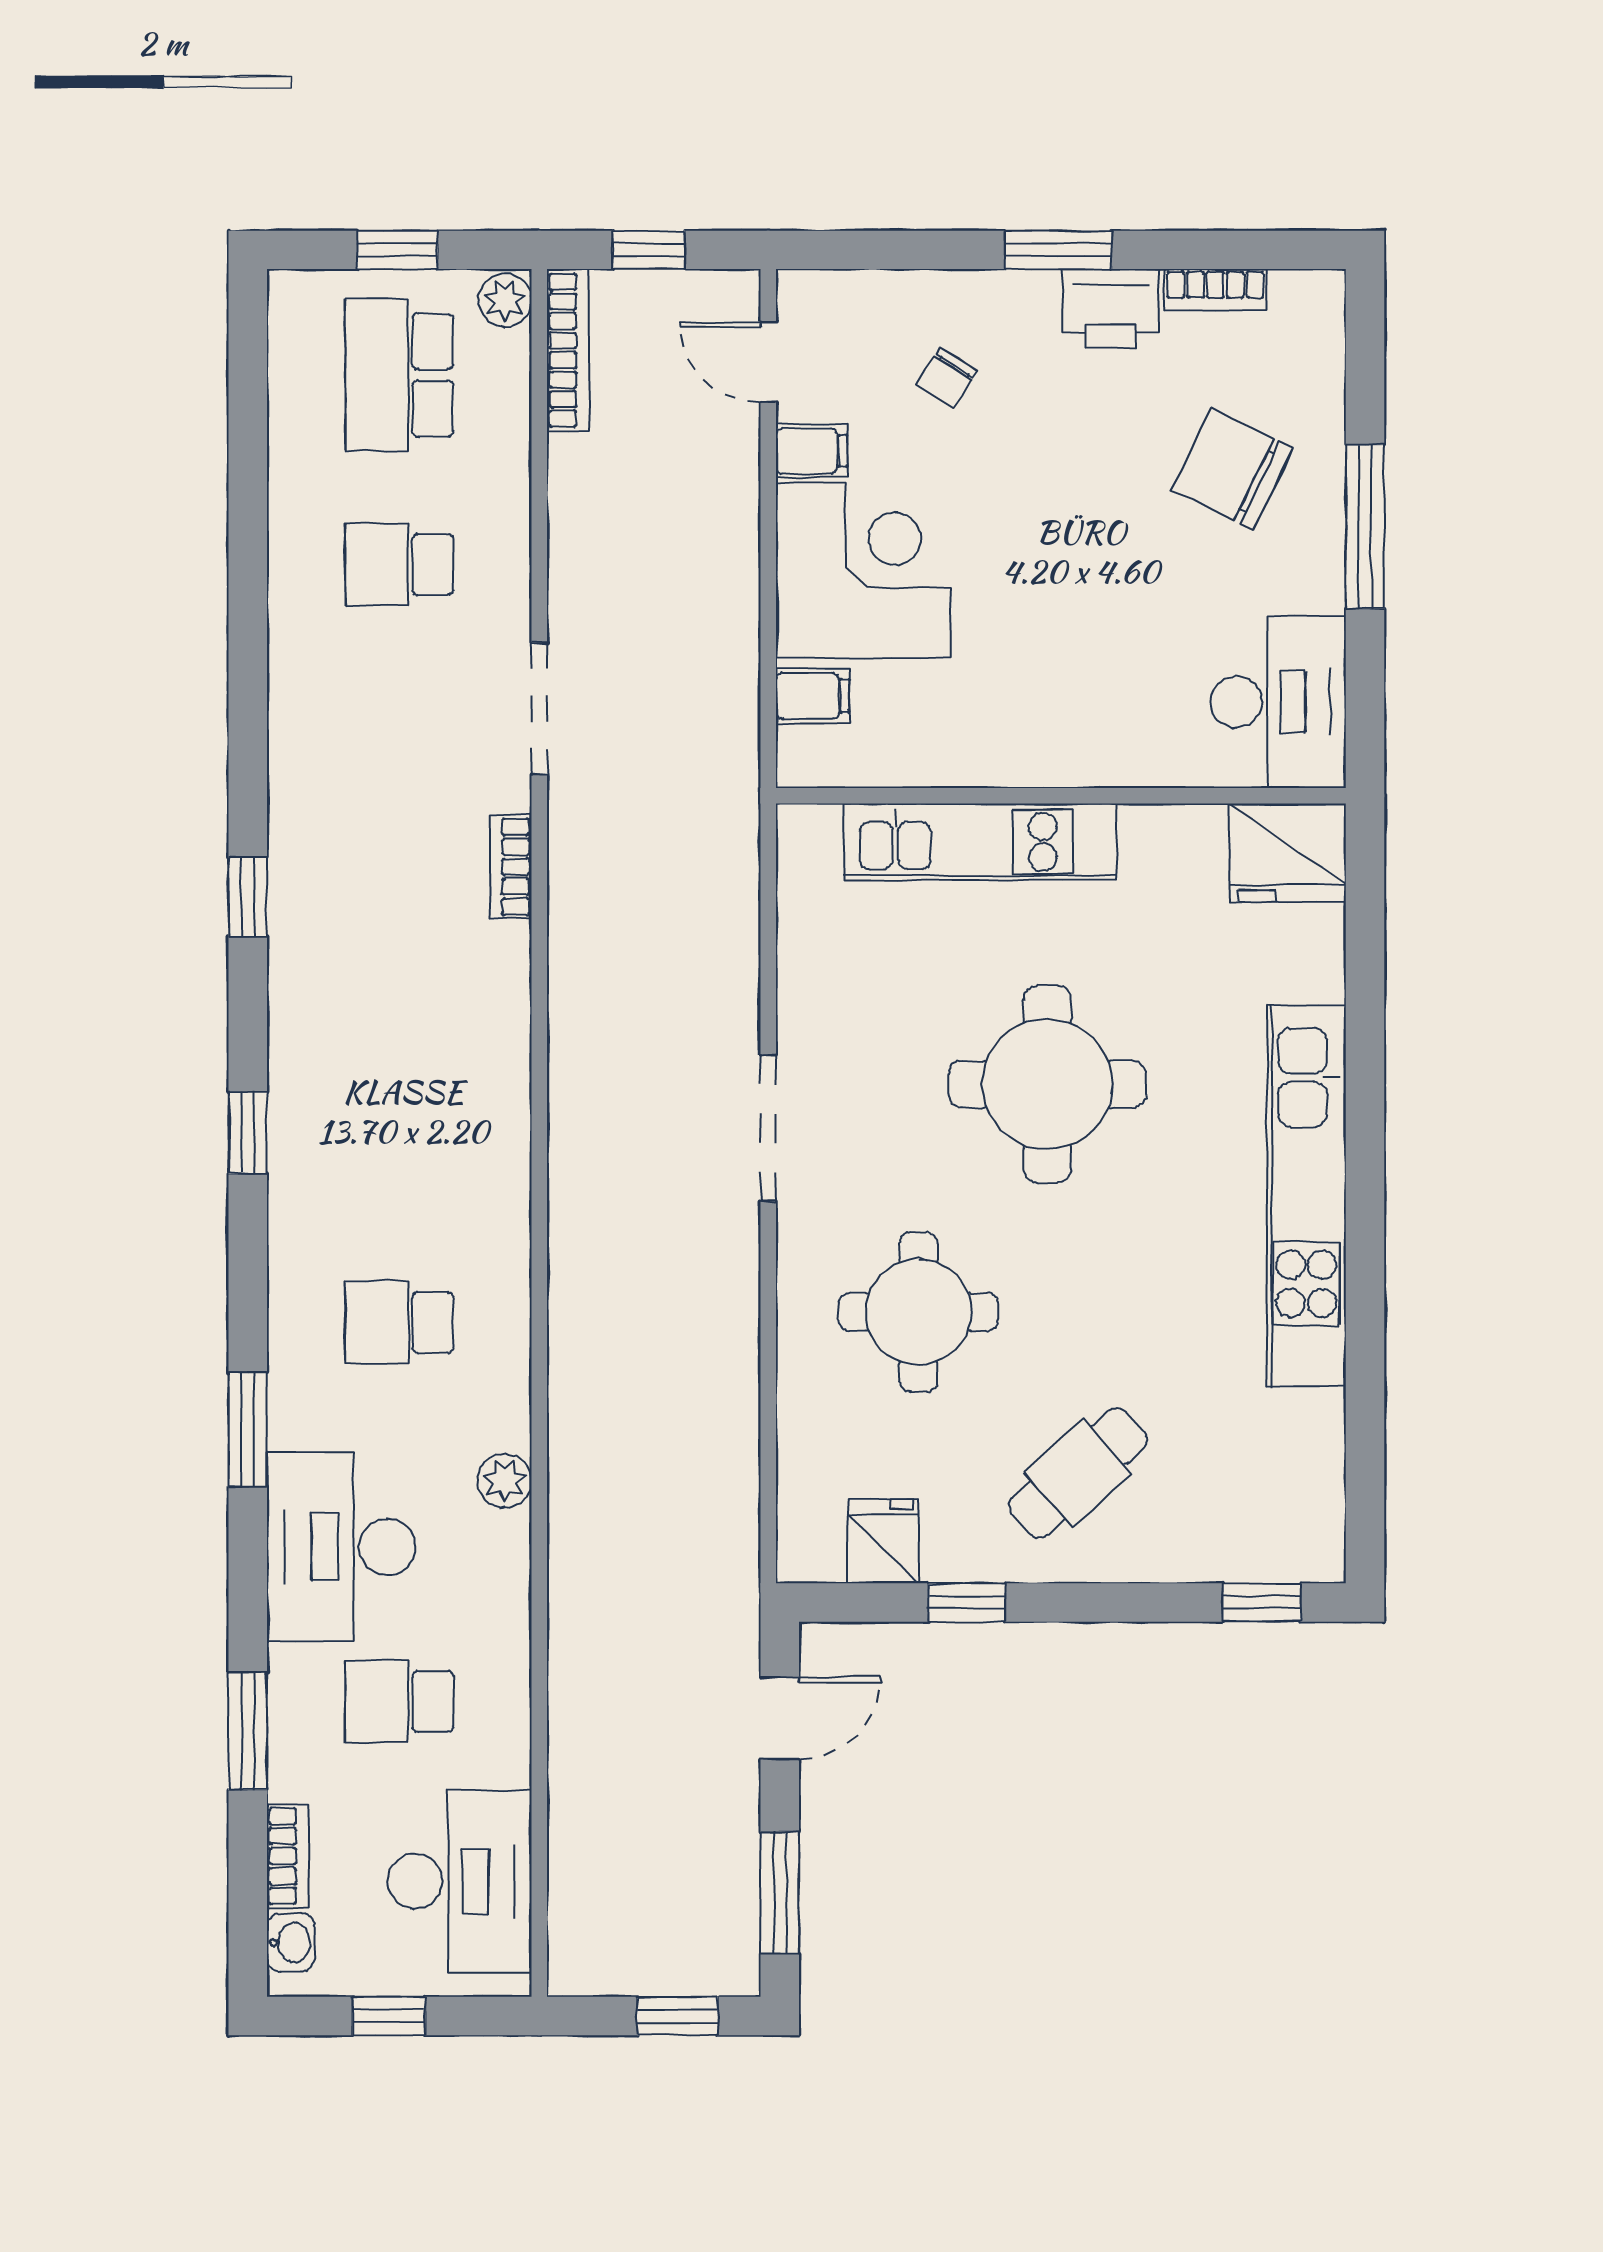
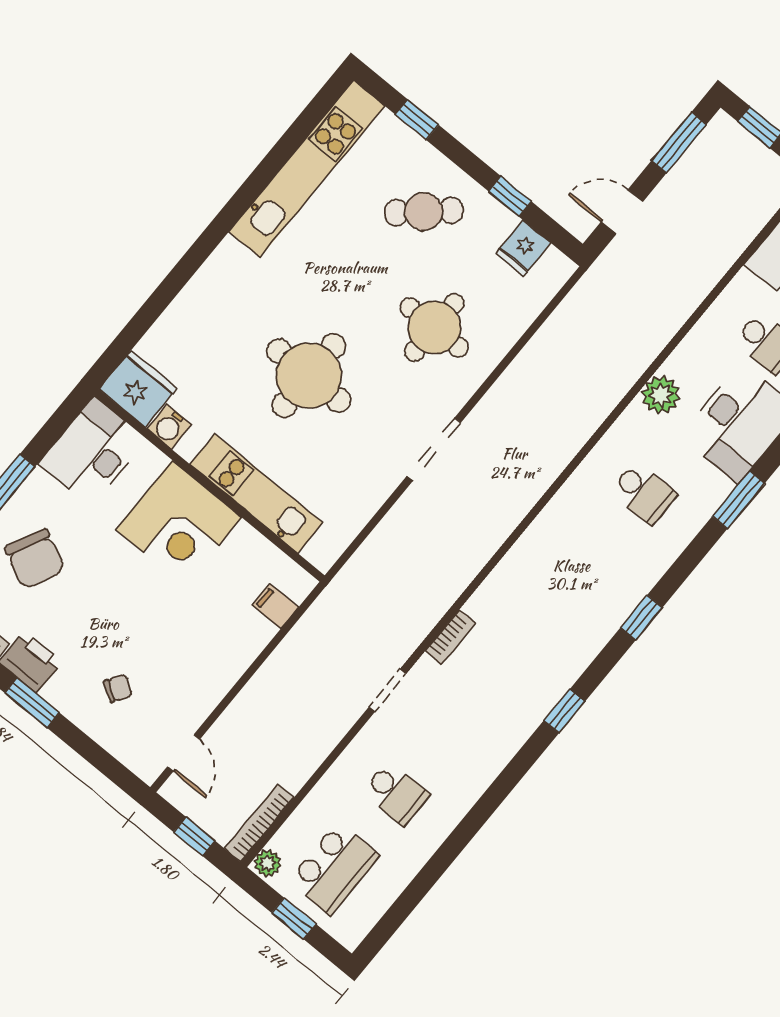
filing cabinet: (811, 451) -> (195, 704), removed
corner desk: (863, 570) -> (179, 523), moved, turned -90
doorway: (539, 709) -> (388, 690), width x0.73
water cooler: (1193, 834) -> (169, 427), added
kitchen unit: (1306, 1196) -> (307, 169), moved
plant: (504, 1481) -> (661, 395), width x1.38, depth x1.38
window: (1262, 1602) -> (417, 120), moved

